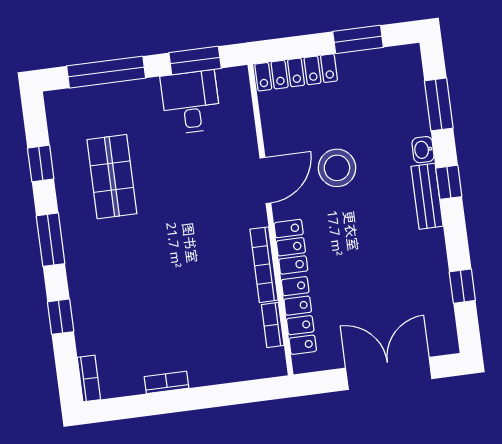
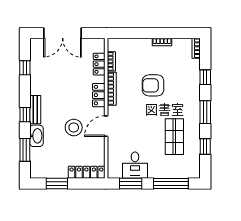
washbasin: (423, 150) -> (36, 136), width x1.91, depth x1.45
armchair: (174, 284) -> (153, 85), added
locker: (299, 315) -> (99, 64), width x0.66

